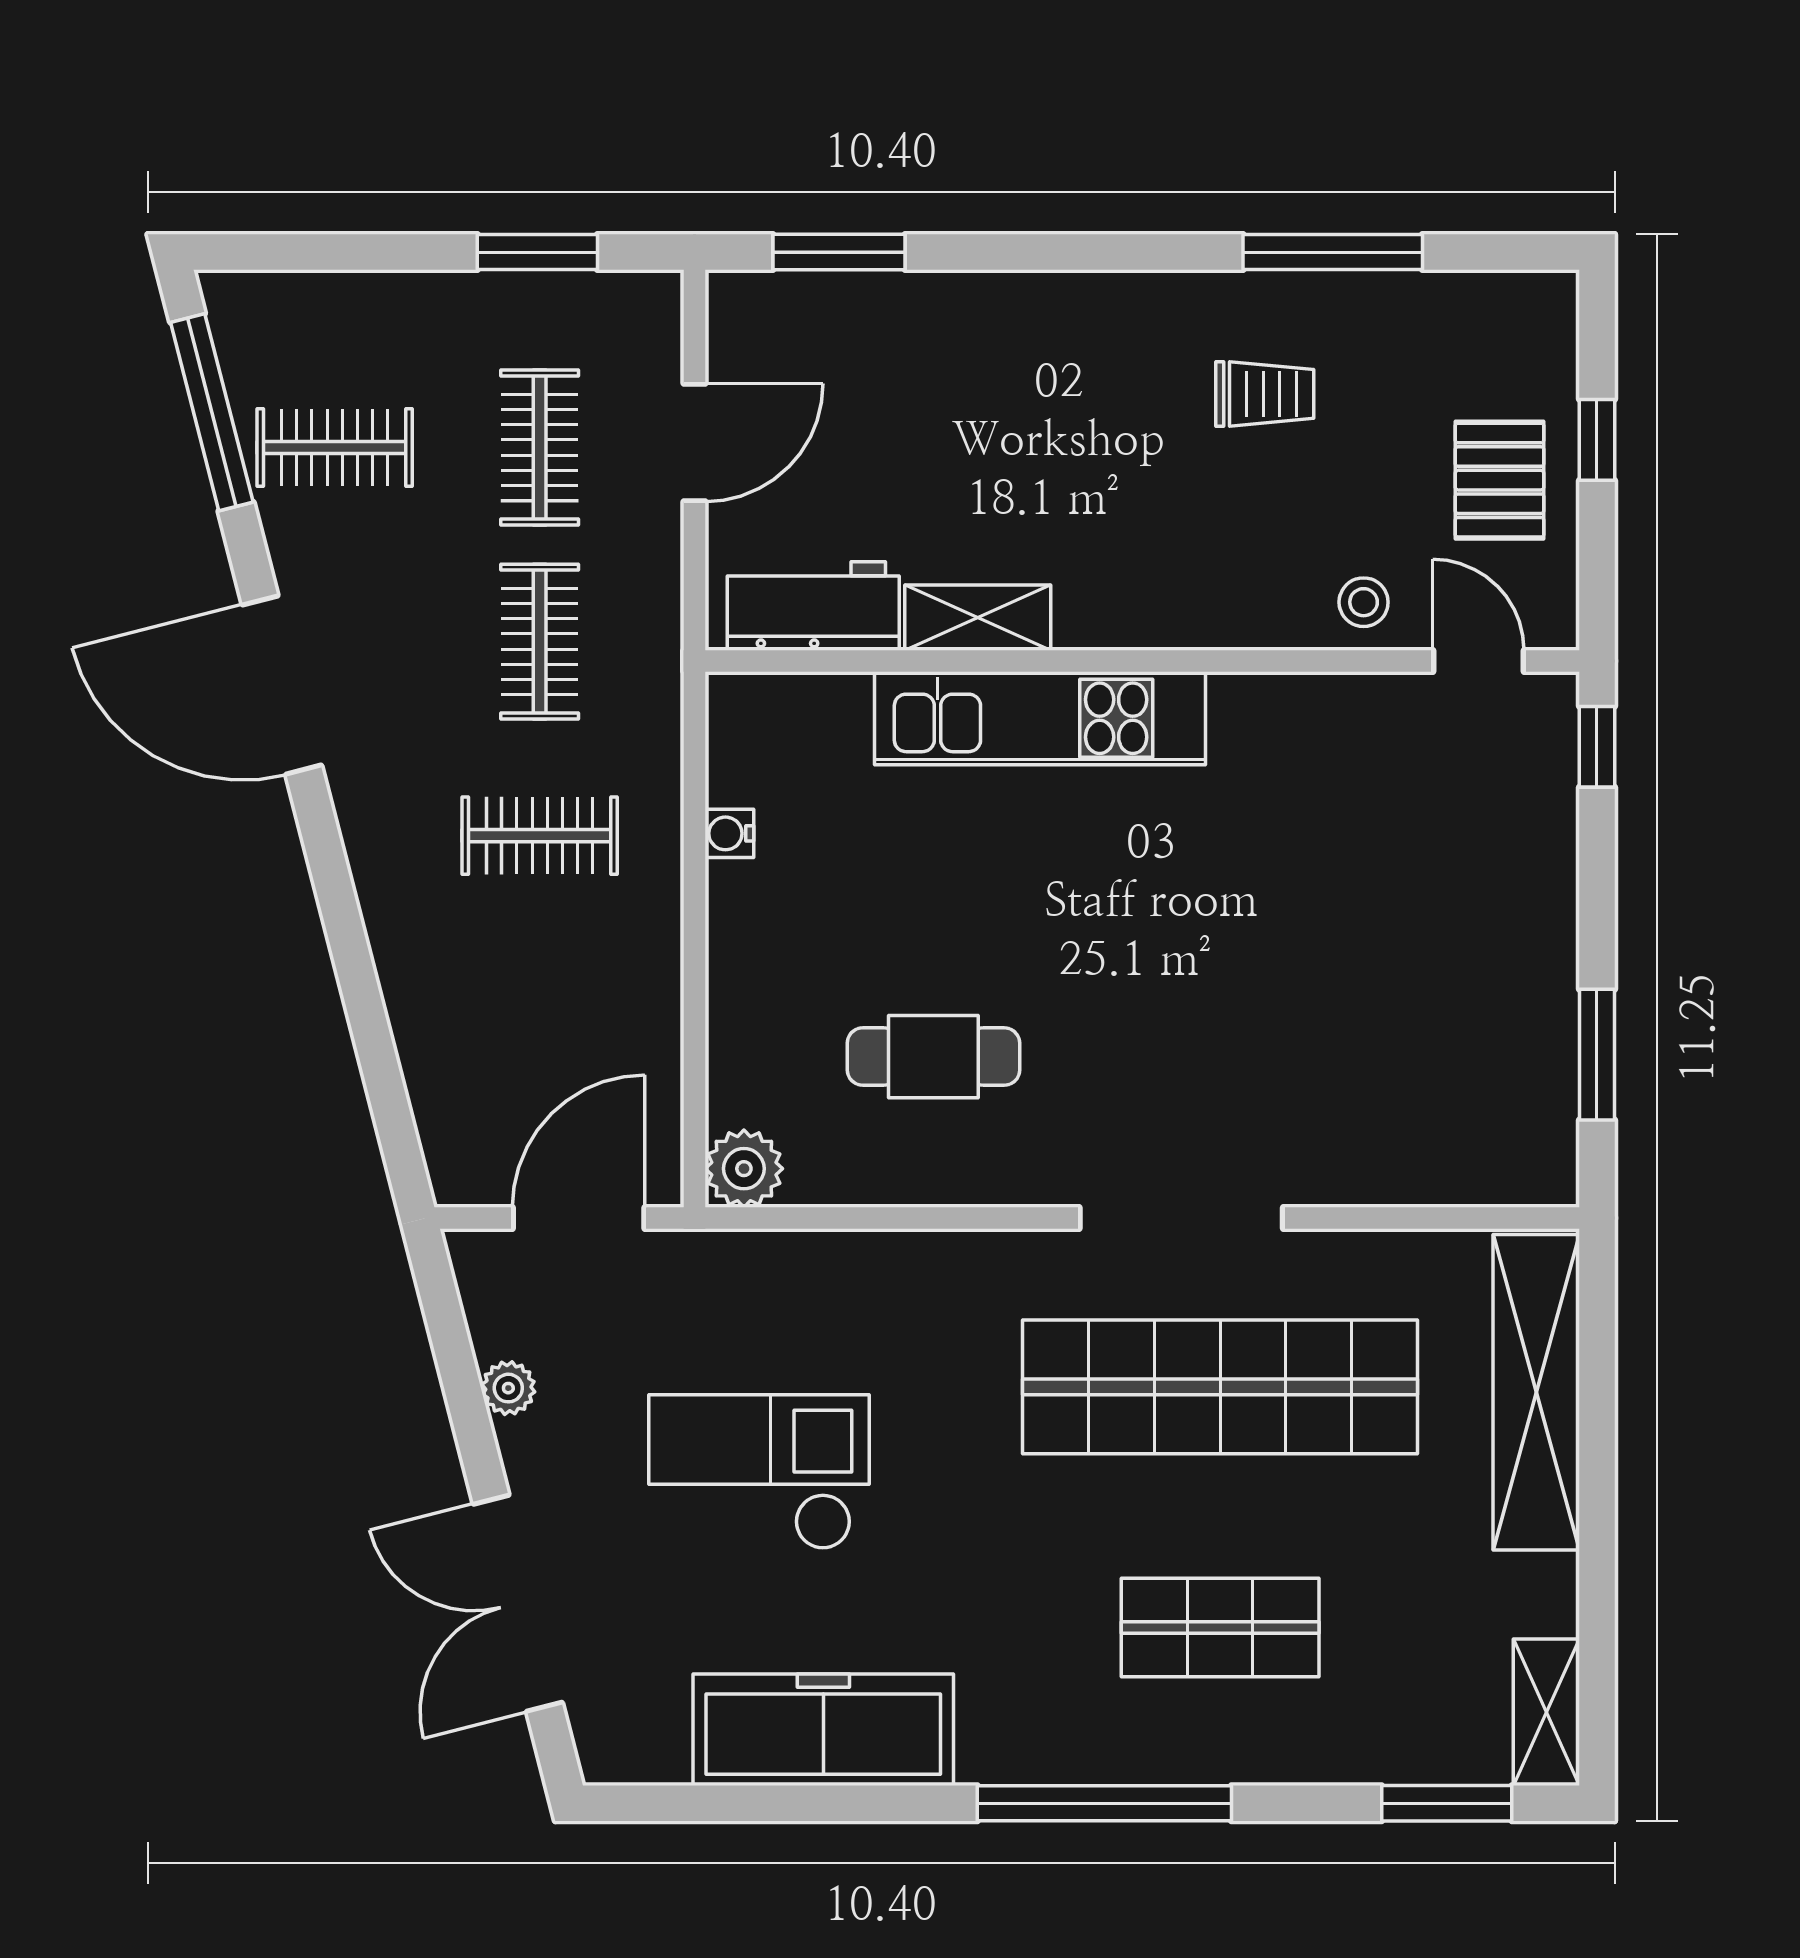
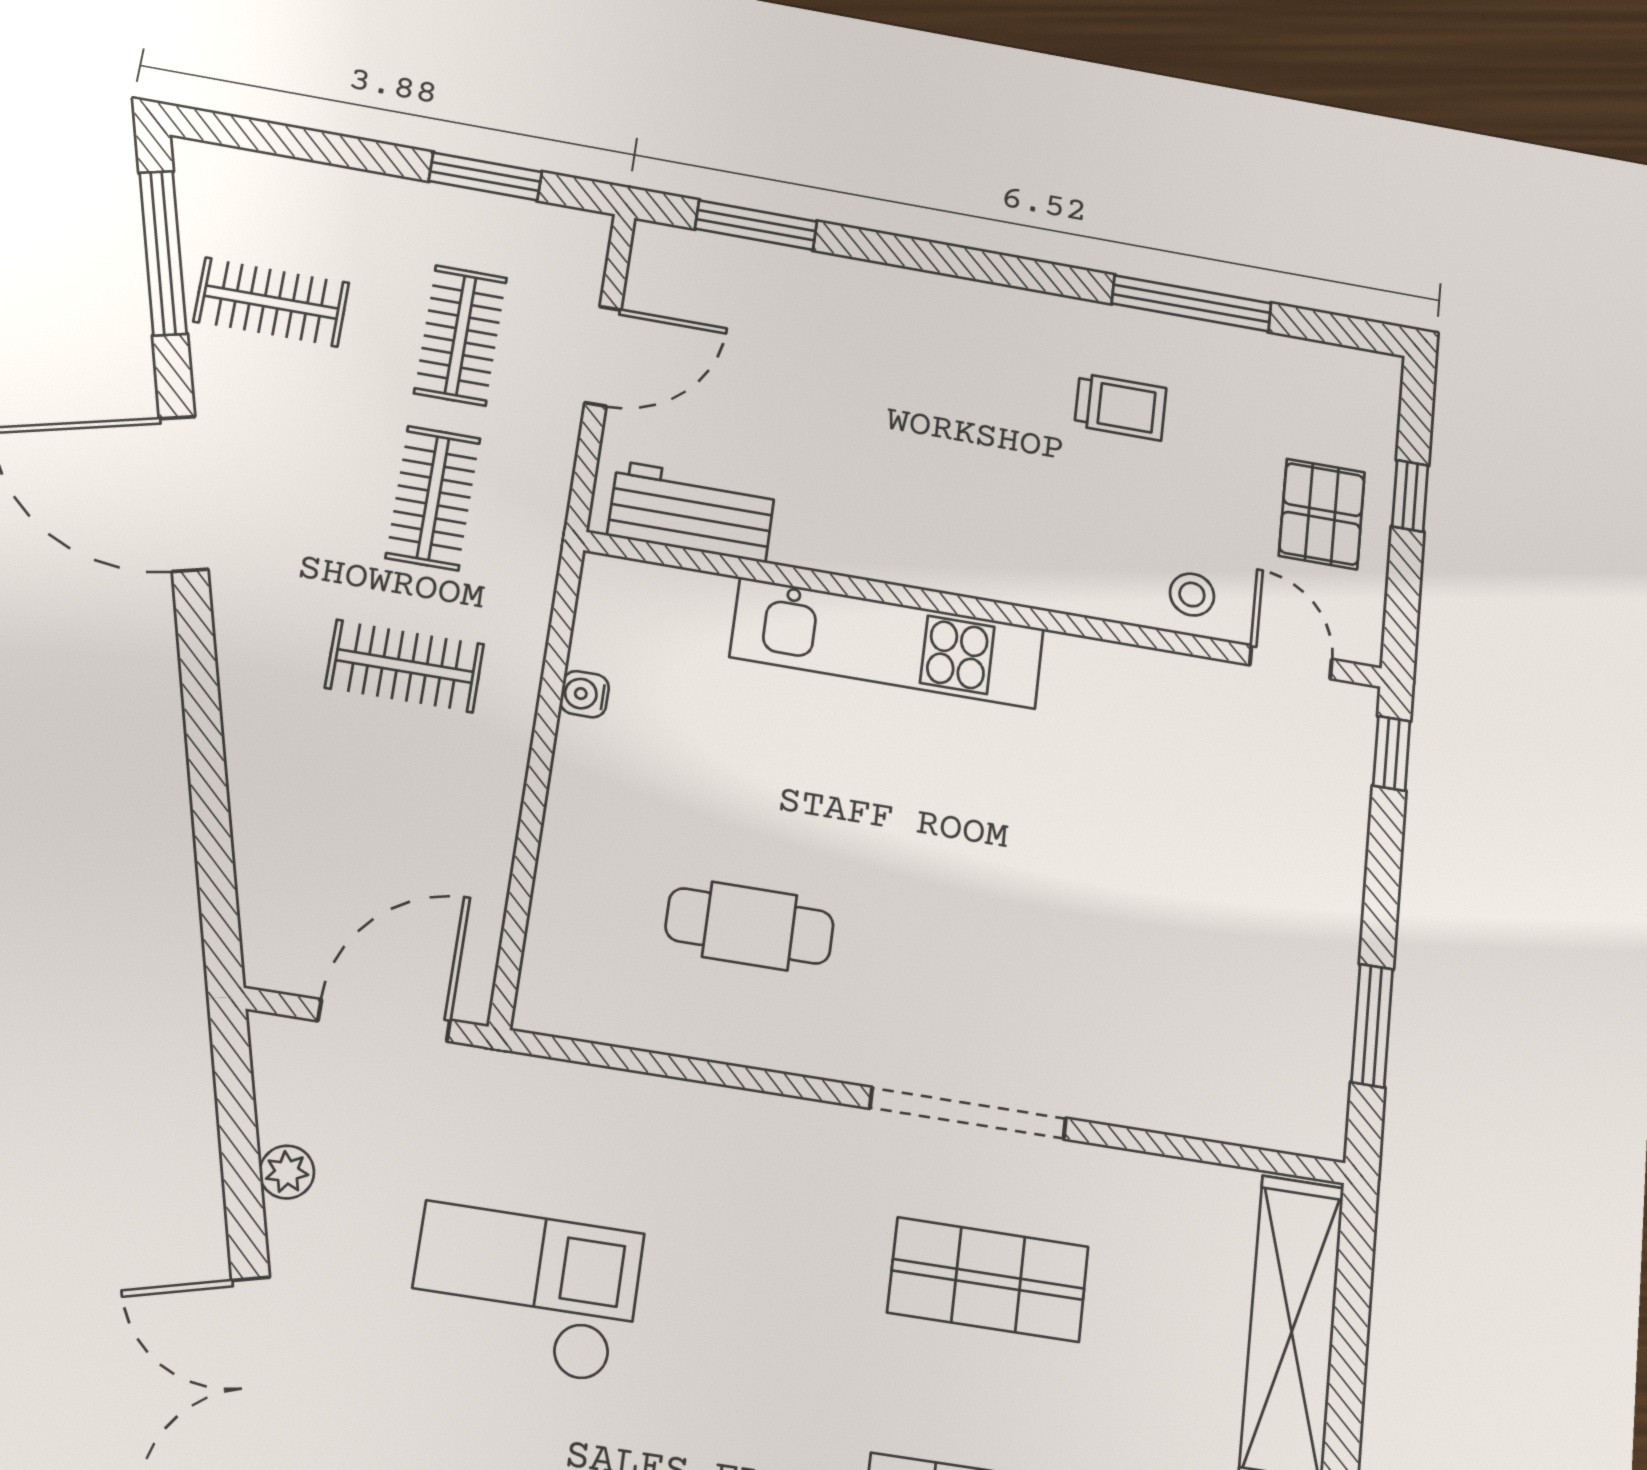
shelving: (978, 618) -> (841, 547), removed
plant: (744, 1169) -> (553, 1000), removed
shop shelf: (1220, 1387) -> (988, 1280), width x0.50, depth x0.74

